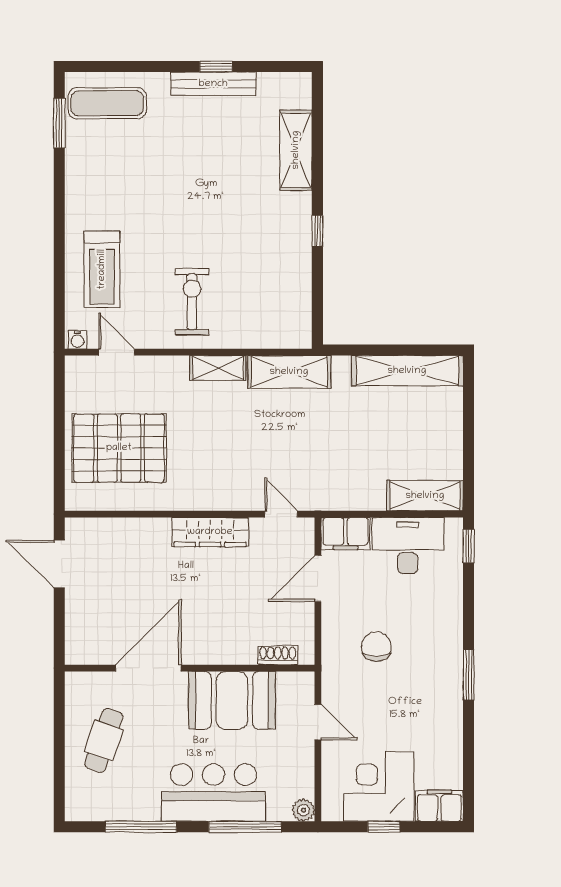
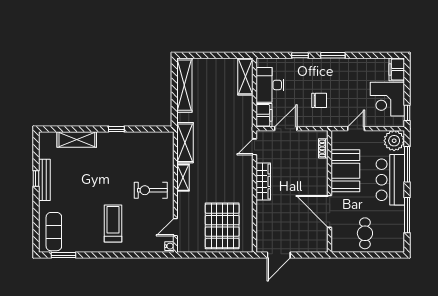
treadmill: (102, 269) -> (113, 223), moved, turned -90
window: (469, 546) -> (300, 55), moved
door: (318, 578) -> (286, 129), swing flipped
chair: (376, 647) -> (319, 100), turned 180
cafe table: (104, 740) -> (365, 233), turned 71
plant: (303, 810) -> (394, 141), width x1.87, depth x1.87
window: (384, 827) -> (407, 113), moved

